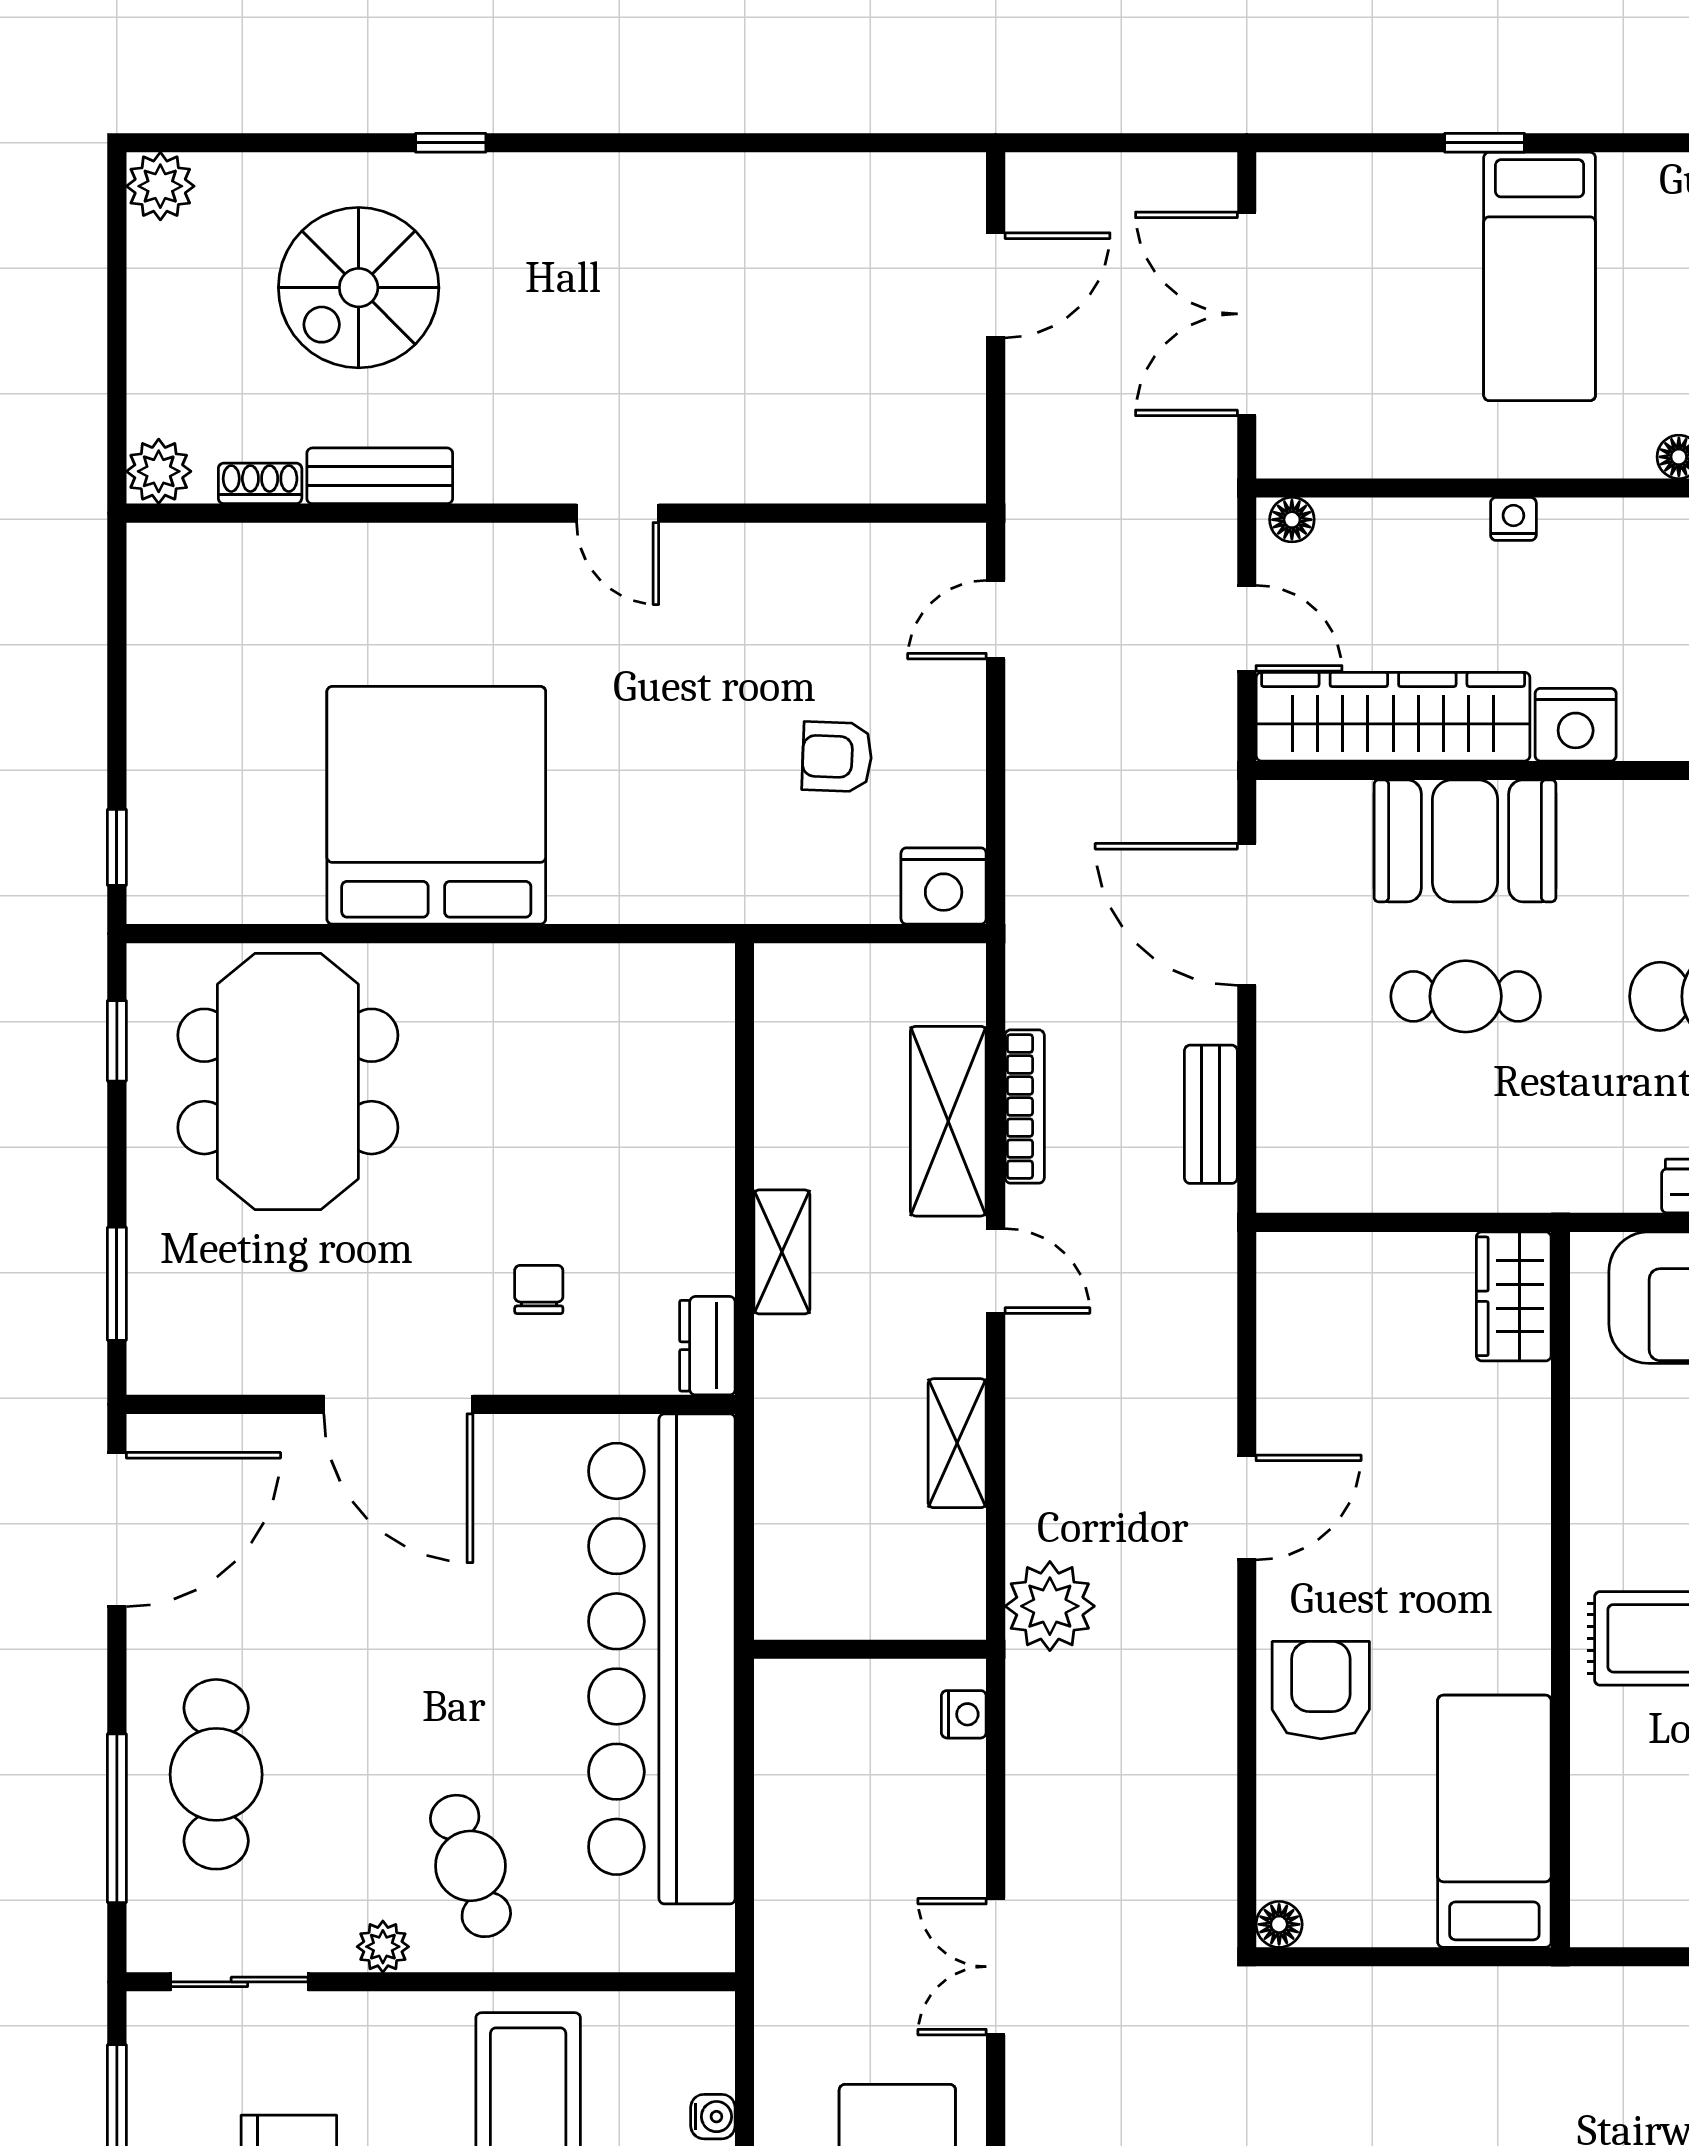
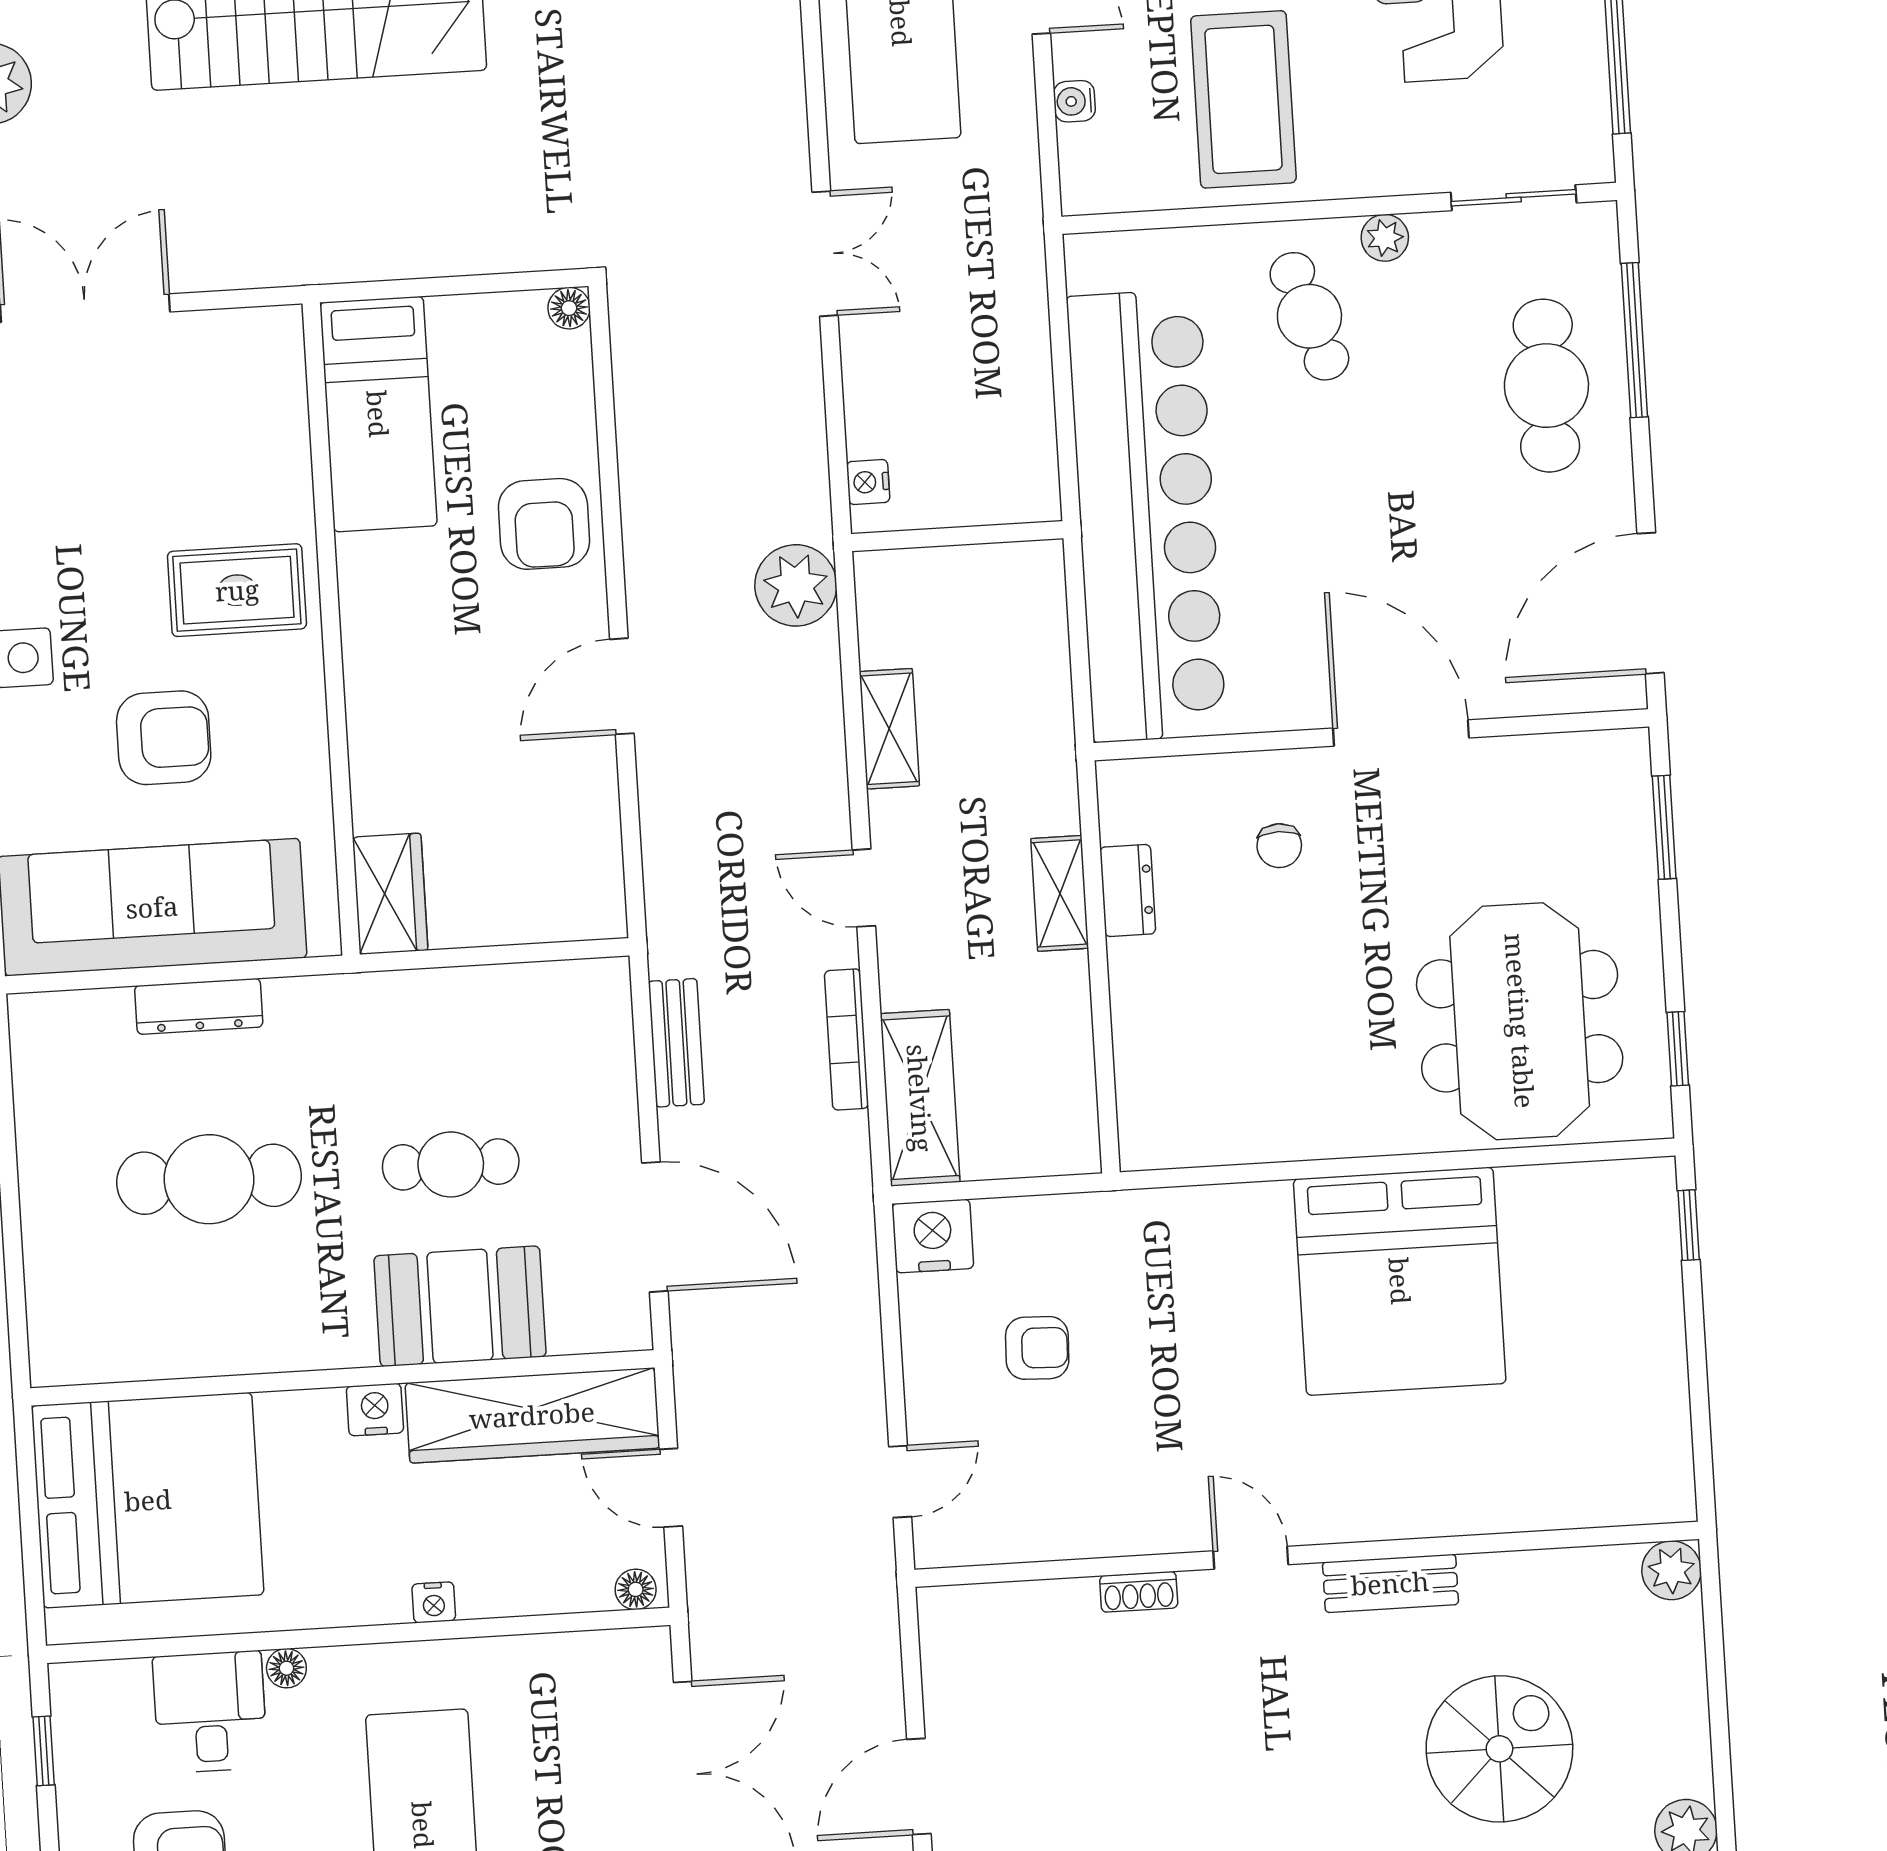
bench: (380, 476) -> (1390, 1583), moved
shoe rack: (260, 483) -> (1139, 1592), moved
nightstand: (1576, 725) -> (375, 1410), width x0.74, depth x0.75
shelving: (948, 1121) -> (920, 1098), moved
dresser: (707, 1346) -> (1128, 891), moved

